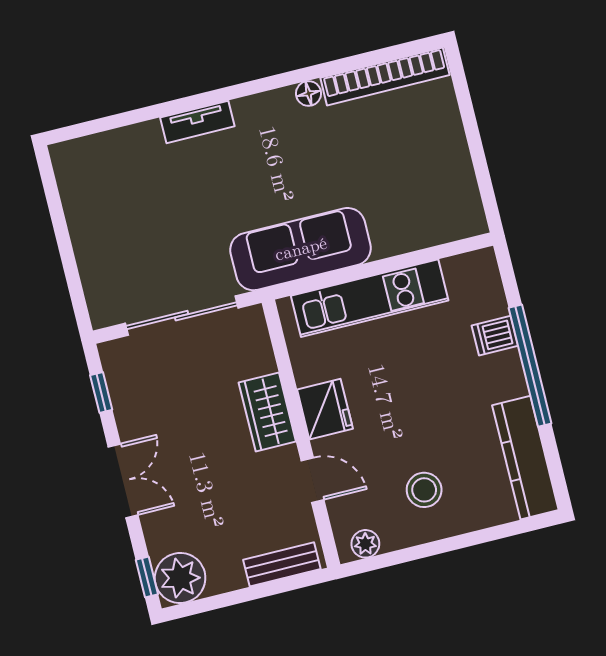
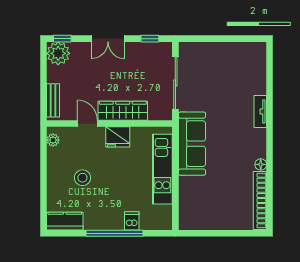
wardrobe: (267, 412) -> (123, 111), width x1.50
kitchen counter: (525, 458) -> (65, 221), width x0.67
door: (312, 480) -> (87, 123), swing flipped
stool: (424, 490) -> (82, 178), moved

